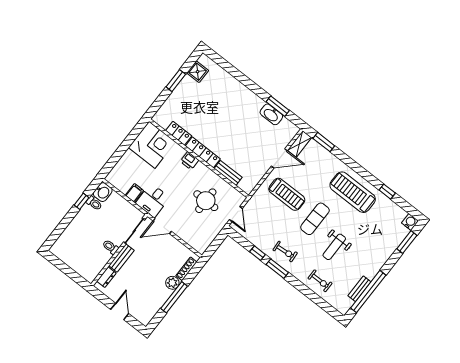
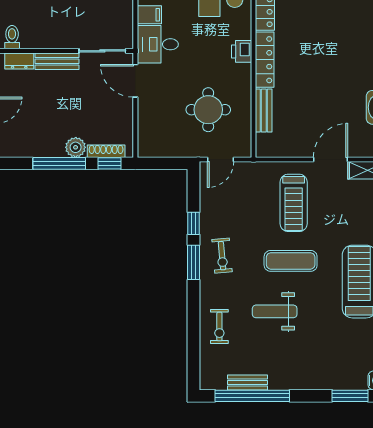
door: (279, 158) -> (331, 159), swing flipped
toilet: (110, 247) -> (12, 37), moved
window: (194, 272) -> (109, 163), added

